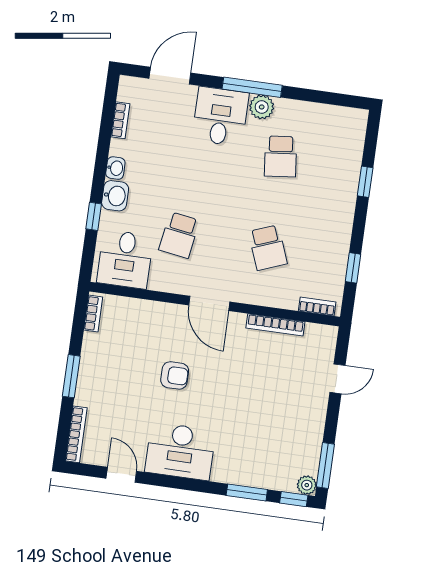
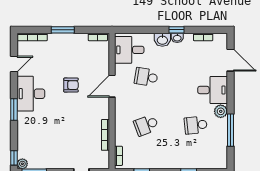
window: (252, 87) -> (231, 130), moved
window: (94, 216) -> (177, 30), moved
door: (209, 303) -> (112, 86), moved
armchair: (175, 375) -> (71, 85), turned -90
window: (247, 492) -> (14, 109), moved

